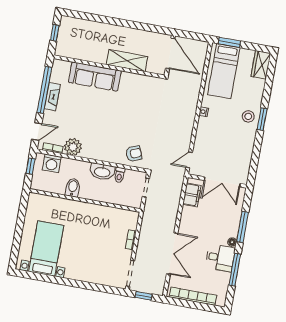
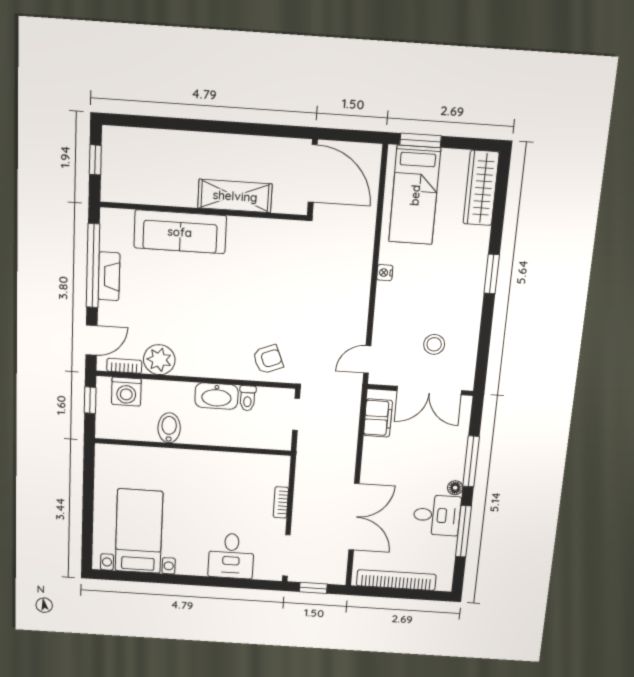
wardrobe: (261, 65) -> (481, 188), width x1.50
stool: (248, 116) -> (434, 344), moved
desk: (98, 270) -> (231, 556), added

